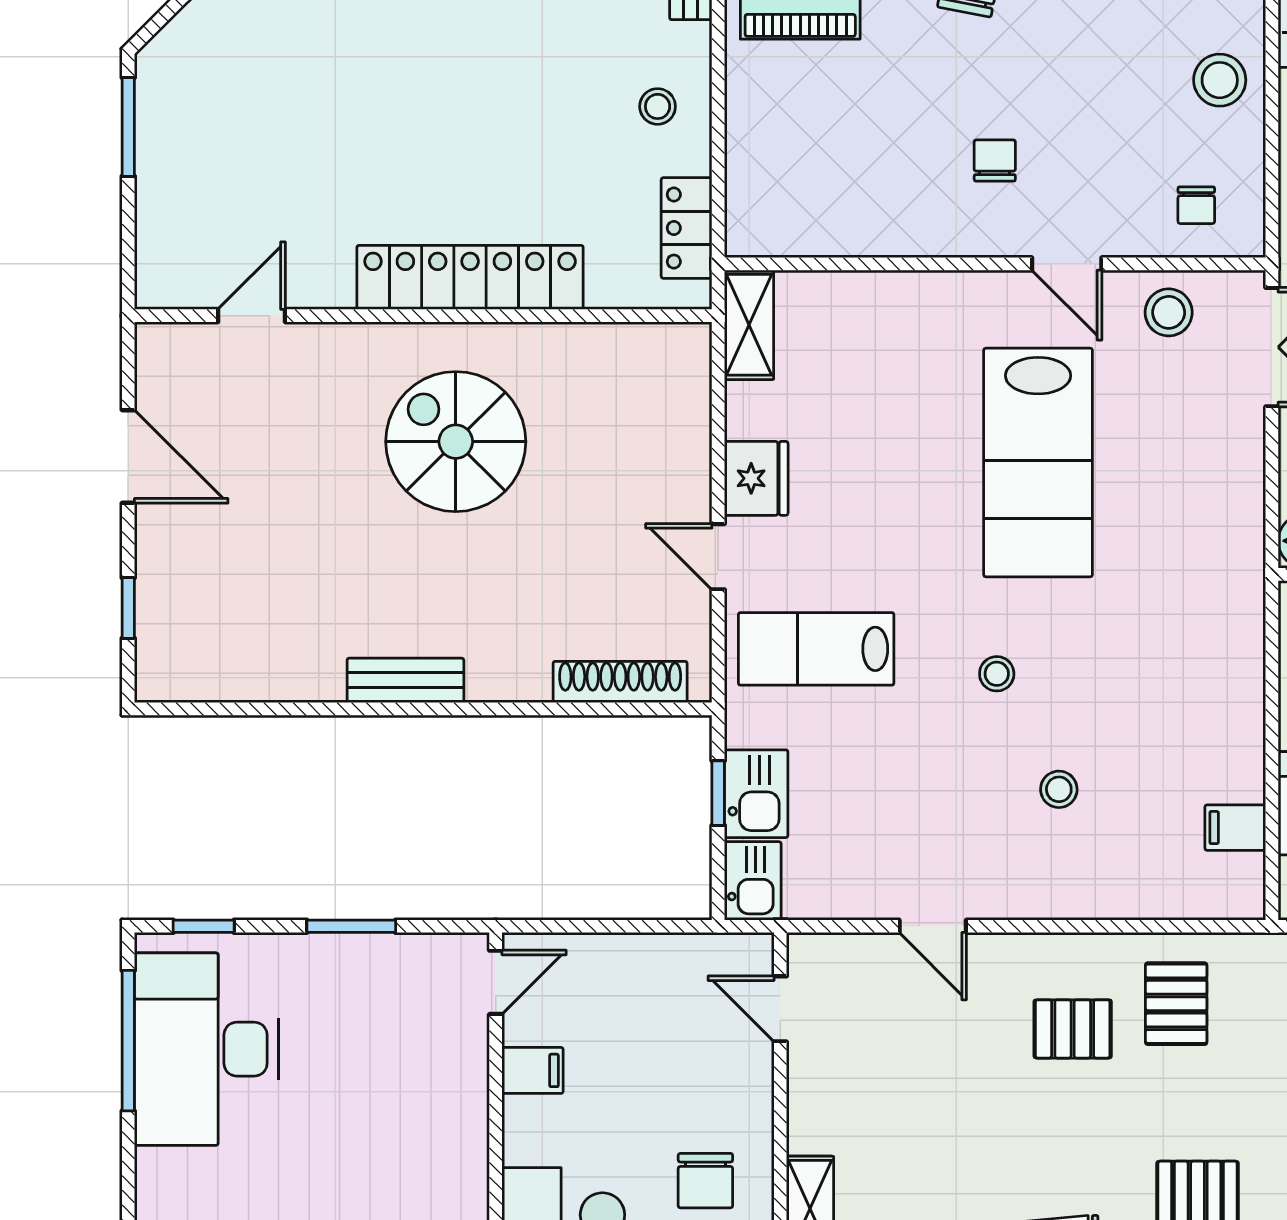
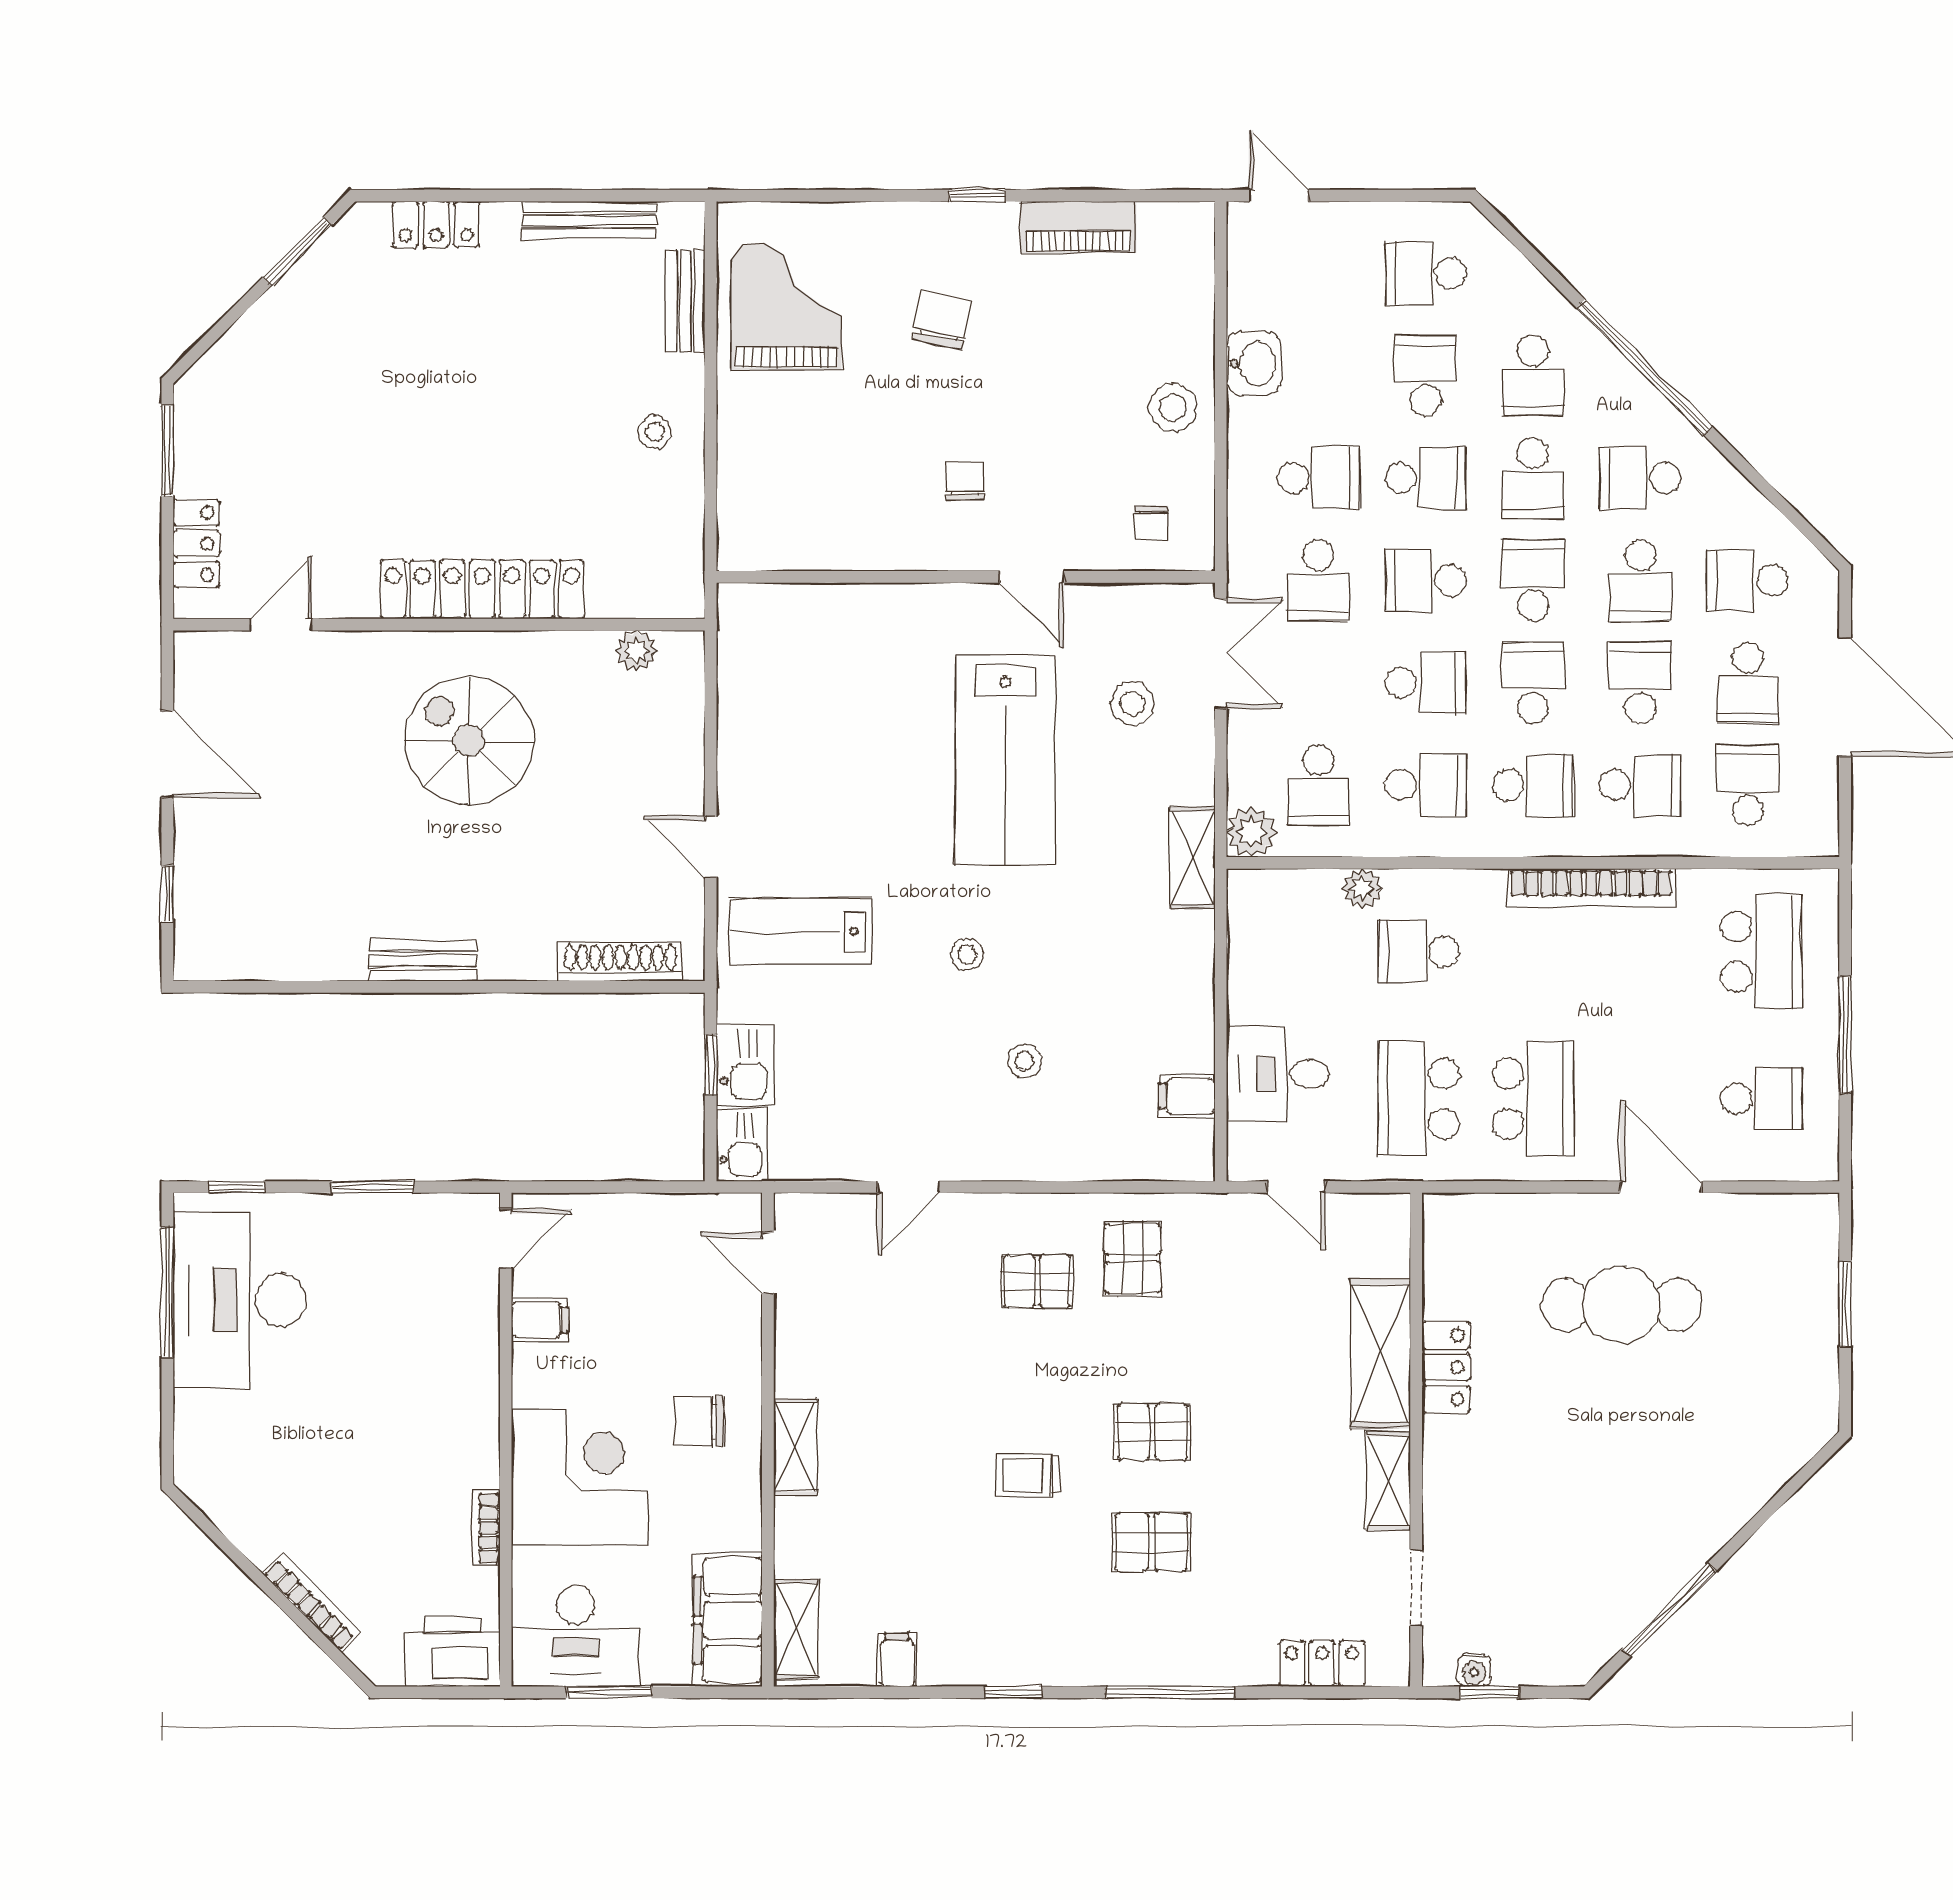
locker: (687, 228) -> (196, 544), moved, turned 180
stool: (1169, 312) -> (1133, 703), moved
shelving: (749, 325) -> (1192, 858), moved
plant: (637, 344) -> (636, 651), added
fridge: (756, 478) -> (746, 774), removed
door: (933, 926) -> (908, 1187), hinge flipped
chair: (705, 1181) -> (699, 1421), turned 90

